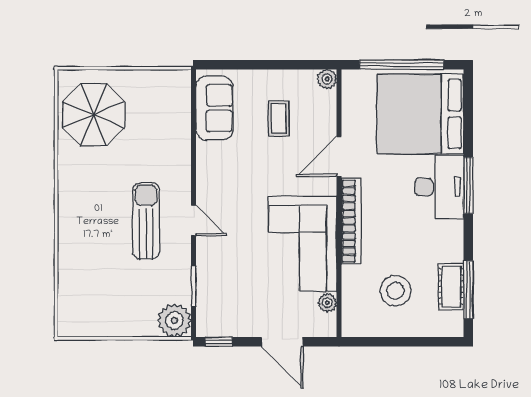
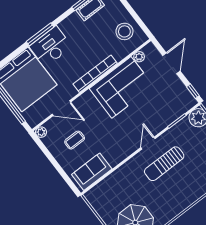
door: (339, 156) -> (61, 108), moved
stool: (395, 291) -> (124, 31), moved

